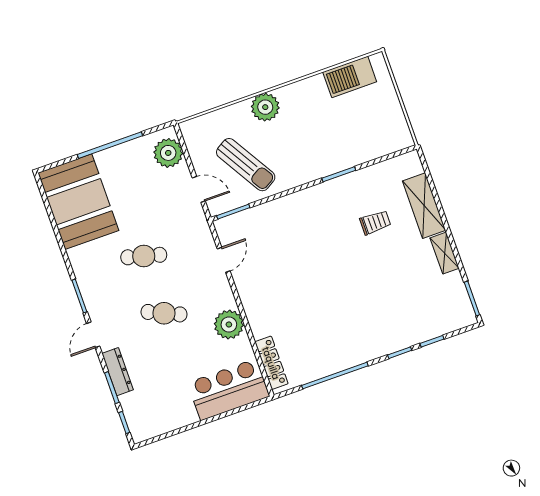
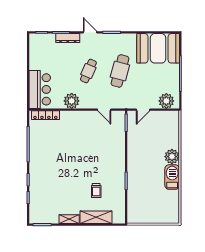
barbecue: (350, 77) -> (172, 177), moved
sun lounger: (246, 165) -> (147, 137), removed
cafe table: (144, 256) -> (120, 71), width x1.37, depth x1.35

